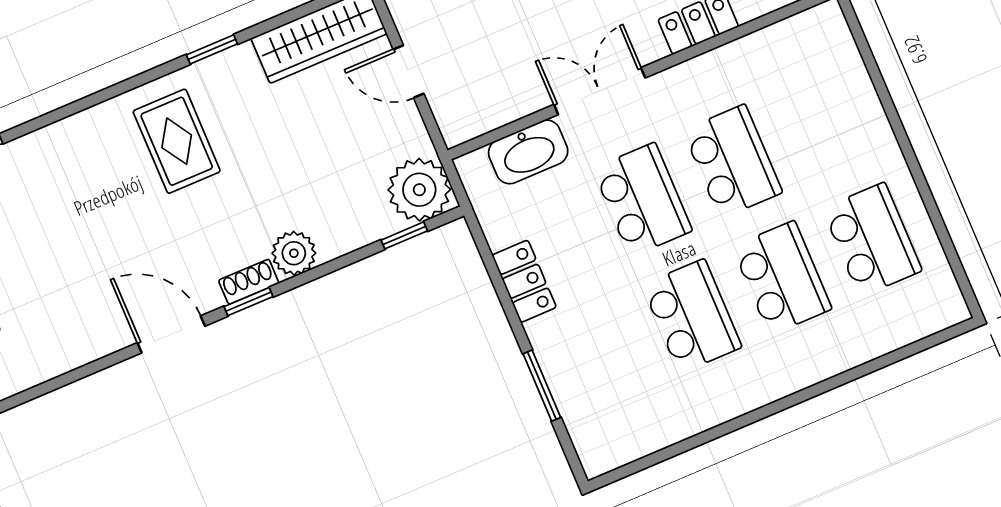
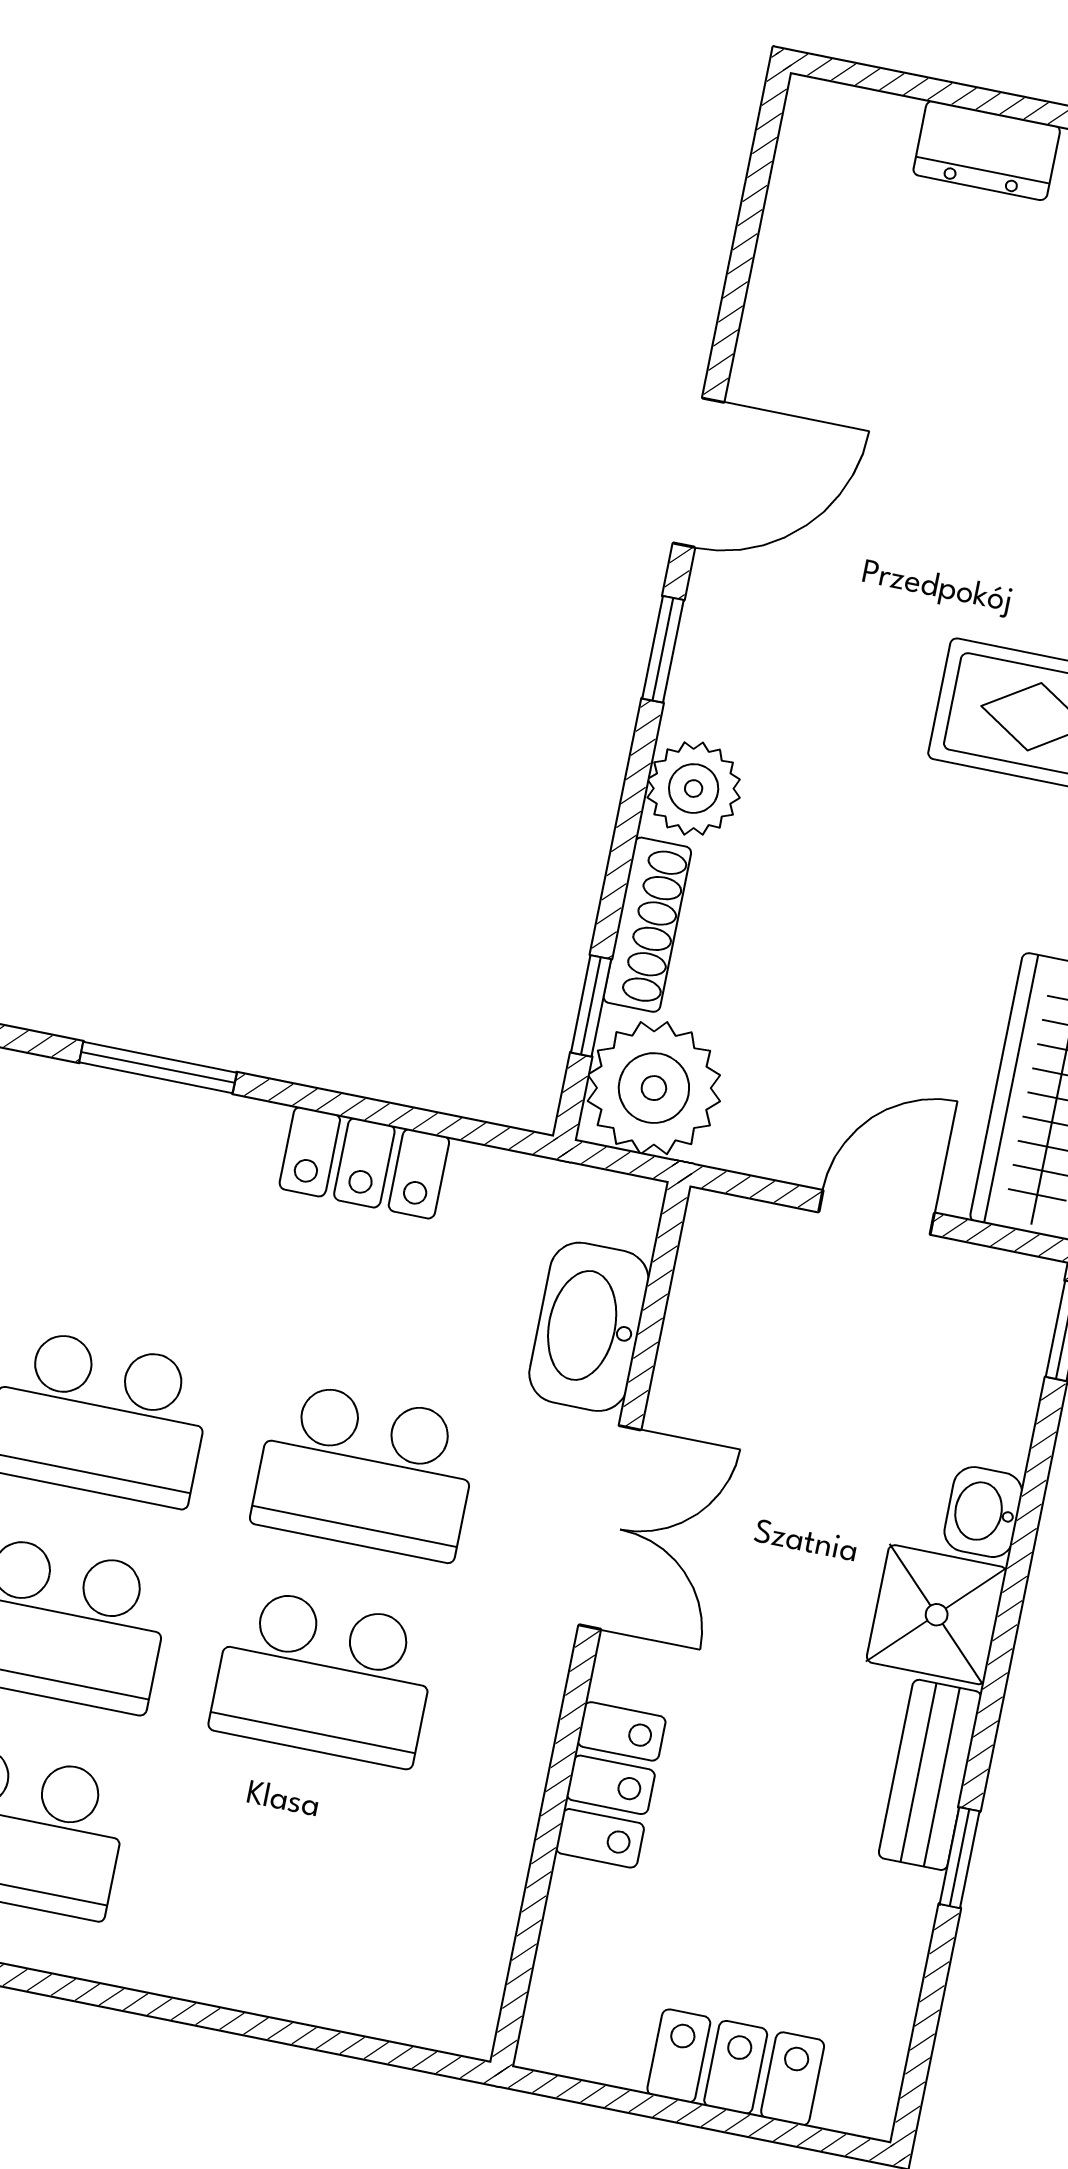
shoe rack: (249, 282) -> (647, 925), moved, width x1.43

